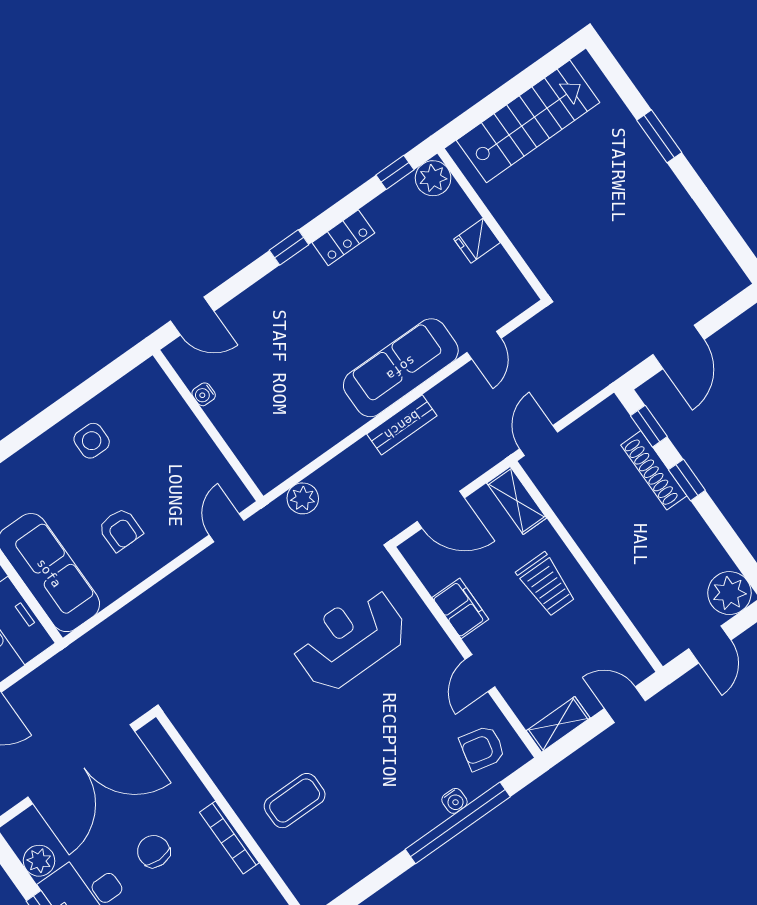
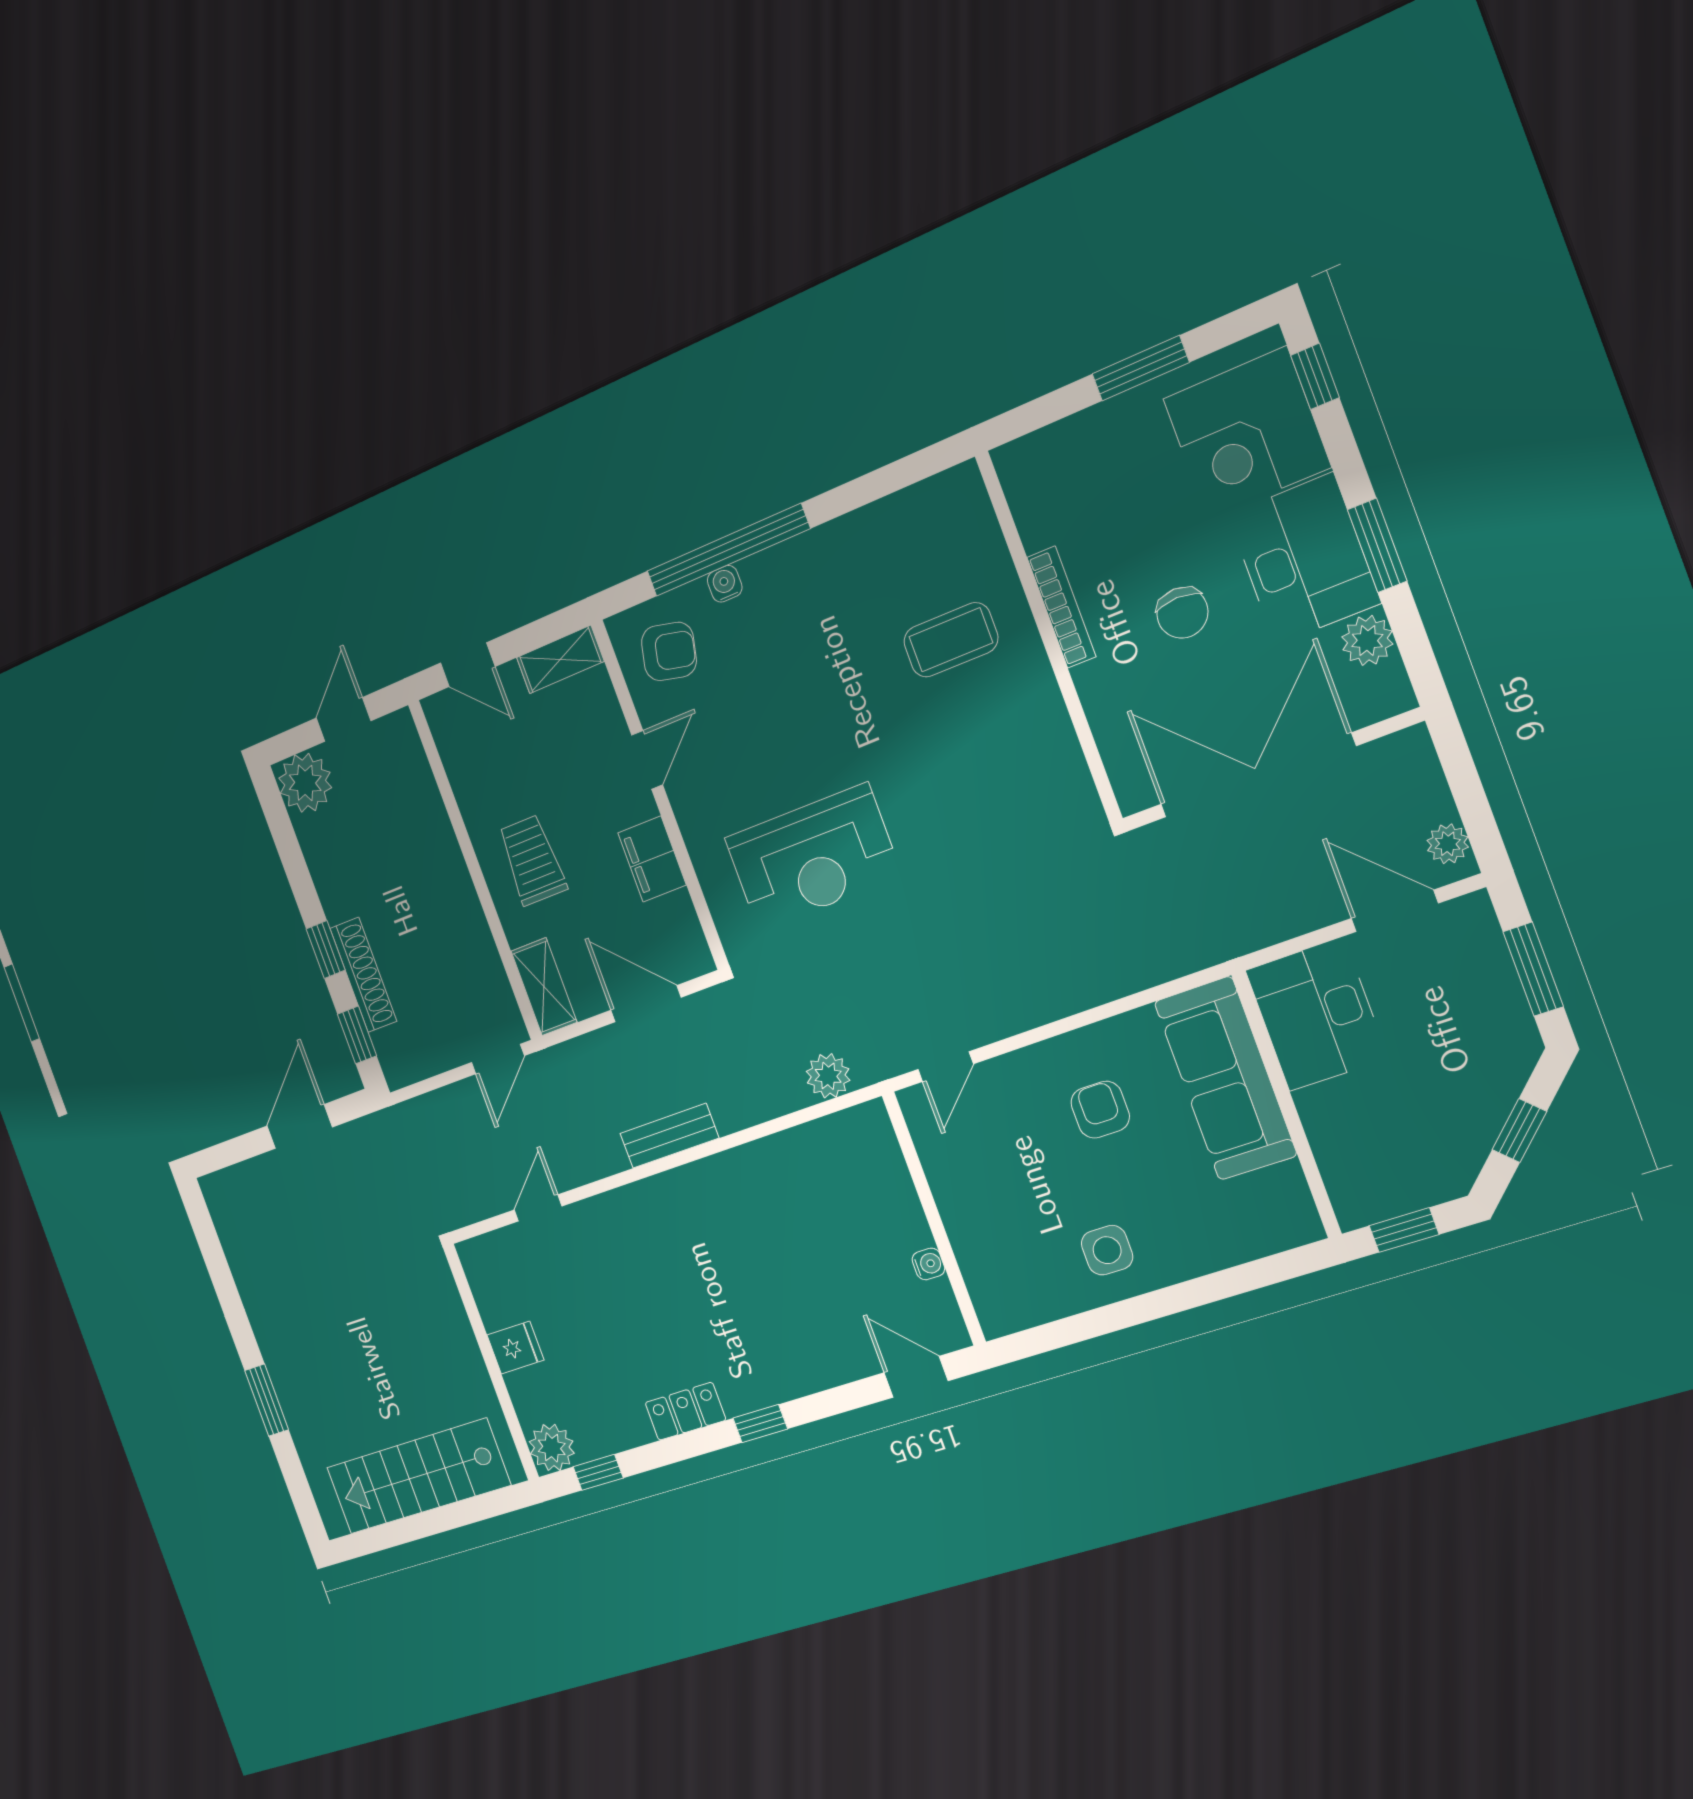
sofa: (401, 368) -> (652, 1213), removed

